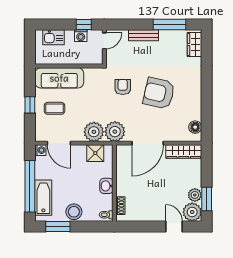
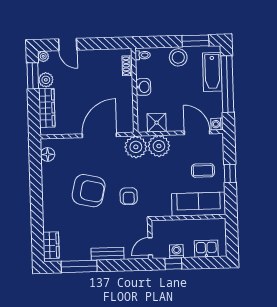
wardrobe: (184, 152) -> (47, 108), moved, turned 90
plant: (192, 212) -> (43, 56), width x0.53, depth x0.53

